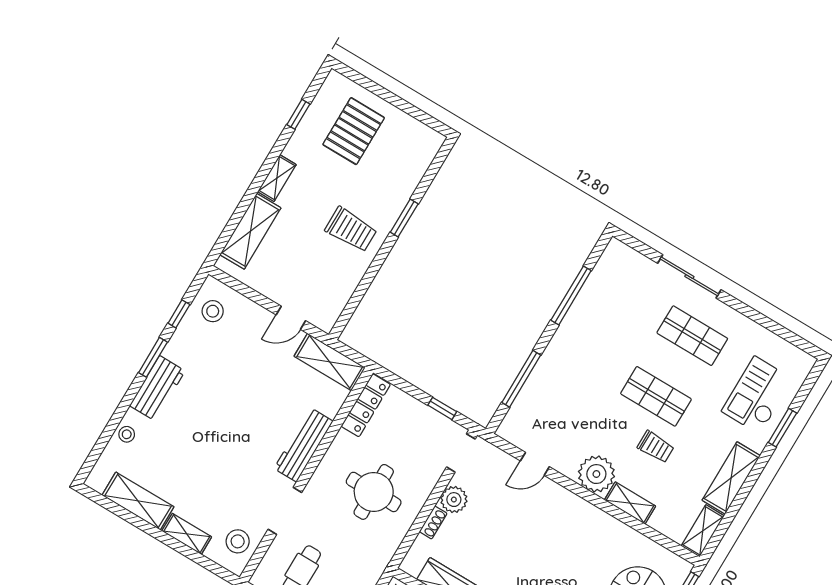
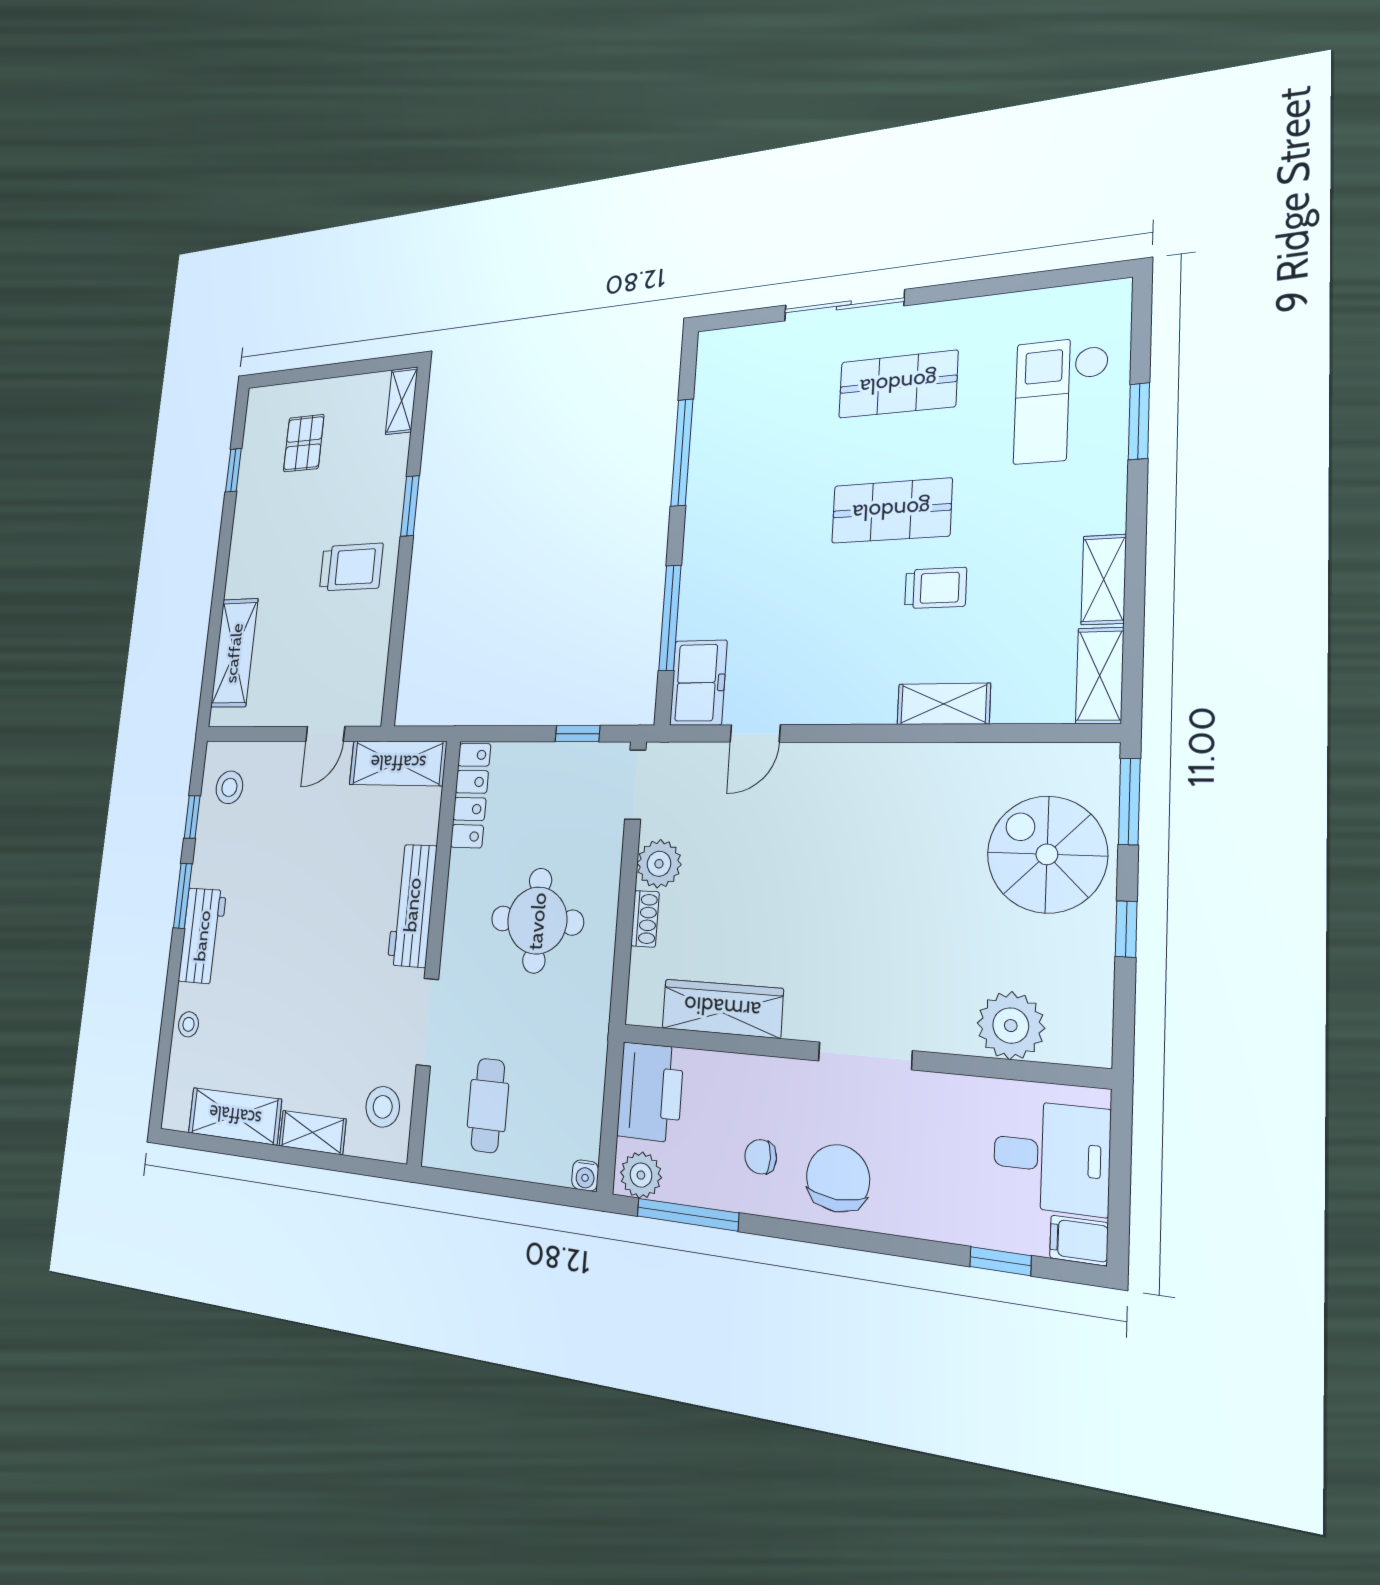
pallet: (354, 131) -> (304, 443), width x0.67, depth x0.71
shelving: (277, 178) -> (402, 401), moved
freezer: (519, 421) -> (698, 683), added
plant: (596, 474) -> (862, 690), removed
shelving: (731, 478) -> (1104, 579), width x0.67, depth x0.75

